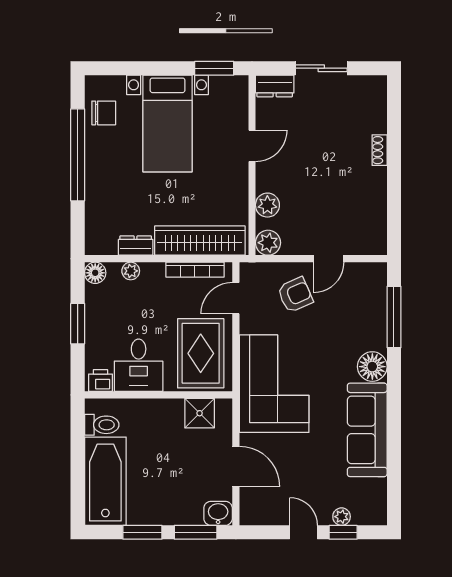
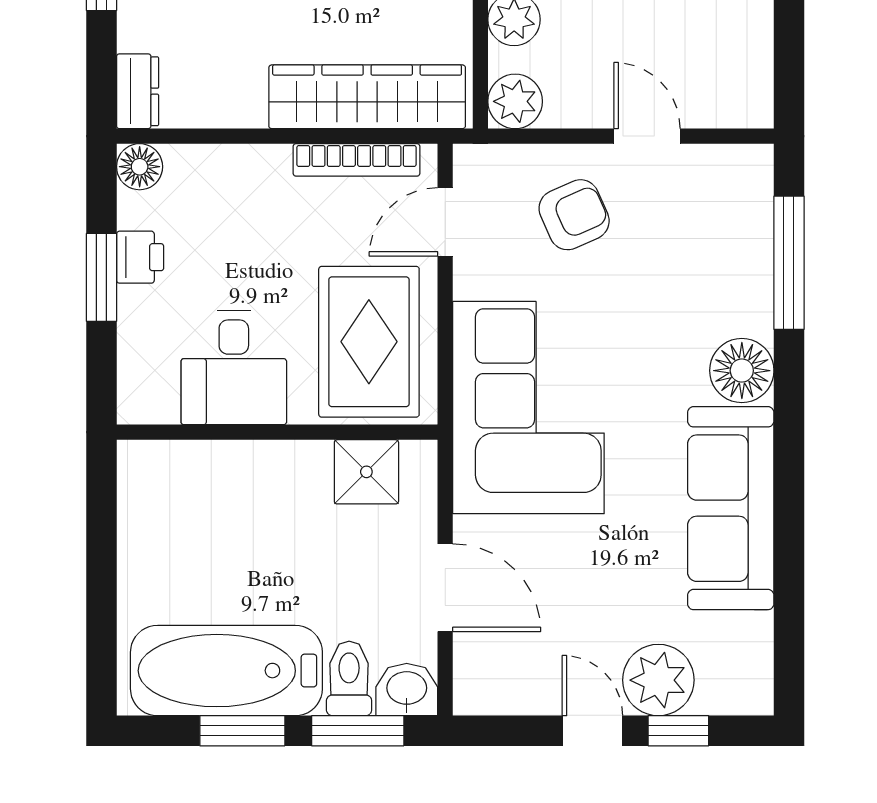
dresser: (136, 246) -> (138, 91), moved, turned 90
door: (329, 259) -> (647, 136), swing flipped
plant: (131, 271) -> (217, 163), removed
printer: (100, 381) -> (140, 257), moved, turned 90
toilet: (102, 425) -> (349, 678), moved, turned -90
bathtub: (105, 481) -> (226, 671), moved, turned -90
plant: (342, 517) -> (658, 680), width x1.88, depth x1.88

